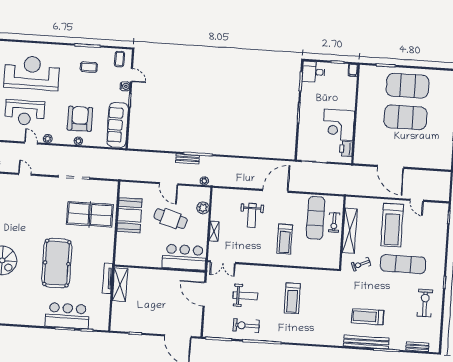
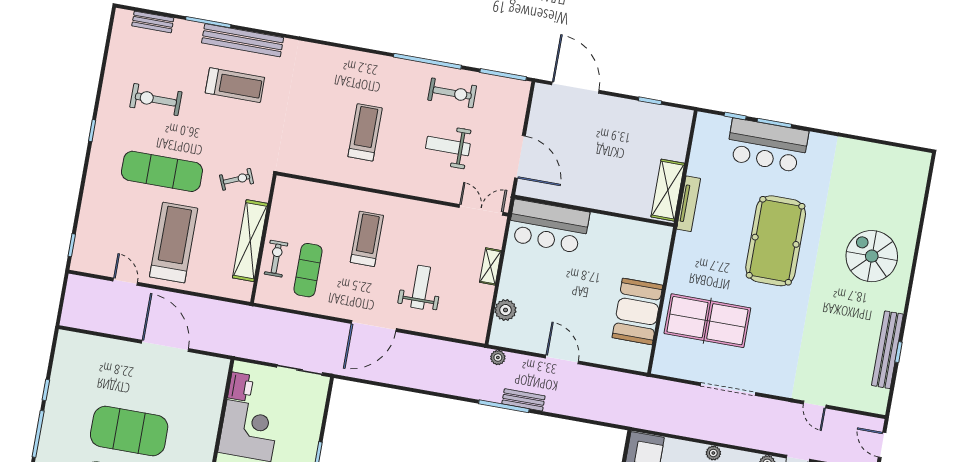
exercise mat: (316, 218) -> (308, 270), width x0.73, depth x0.69
cafe table: (171, 219) -> (565, 297), removed
exercise bike: (425, 303) -> (156, 100), moved, turned 90

